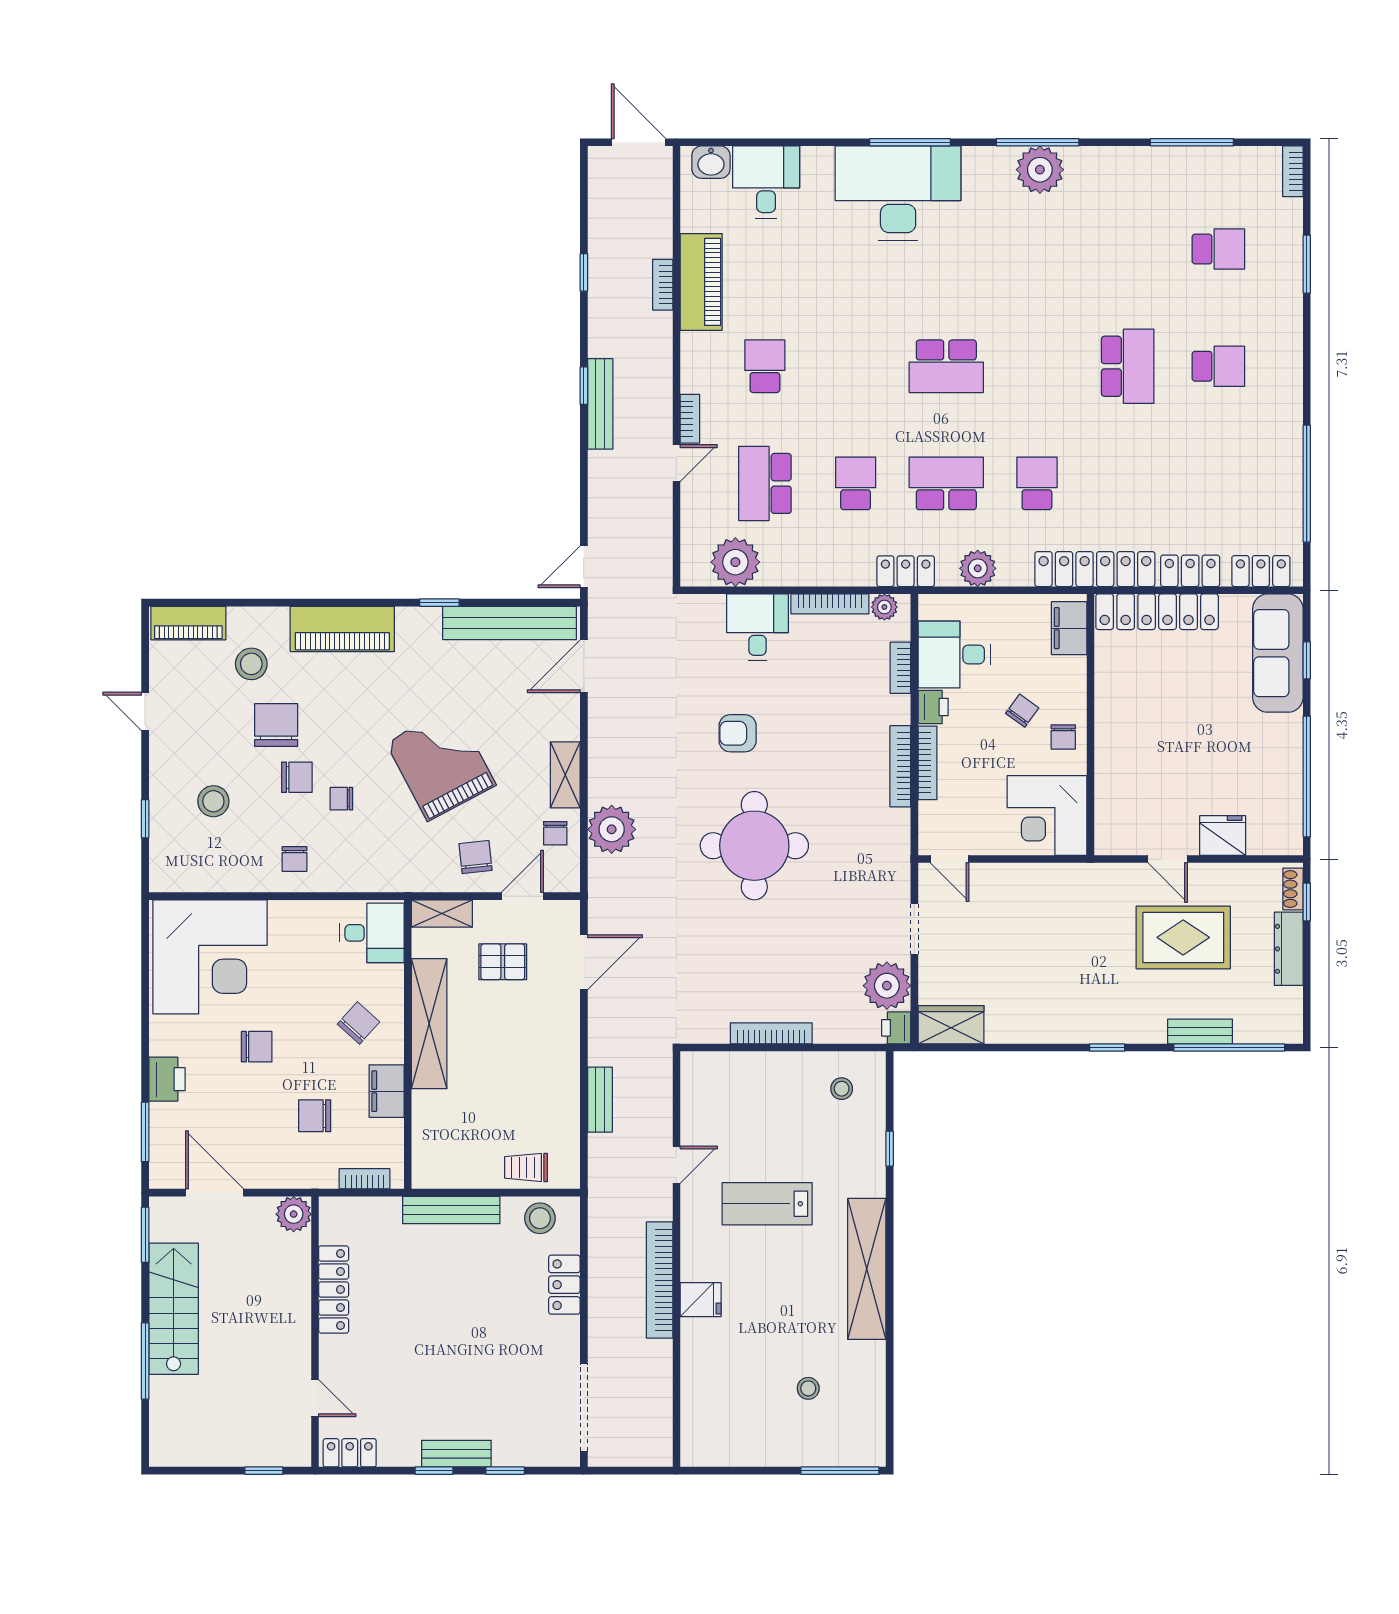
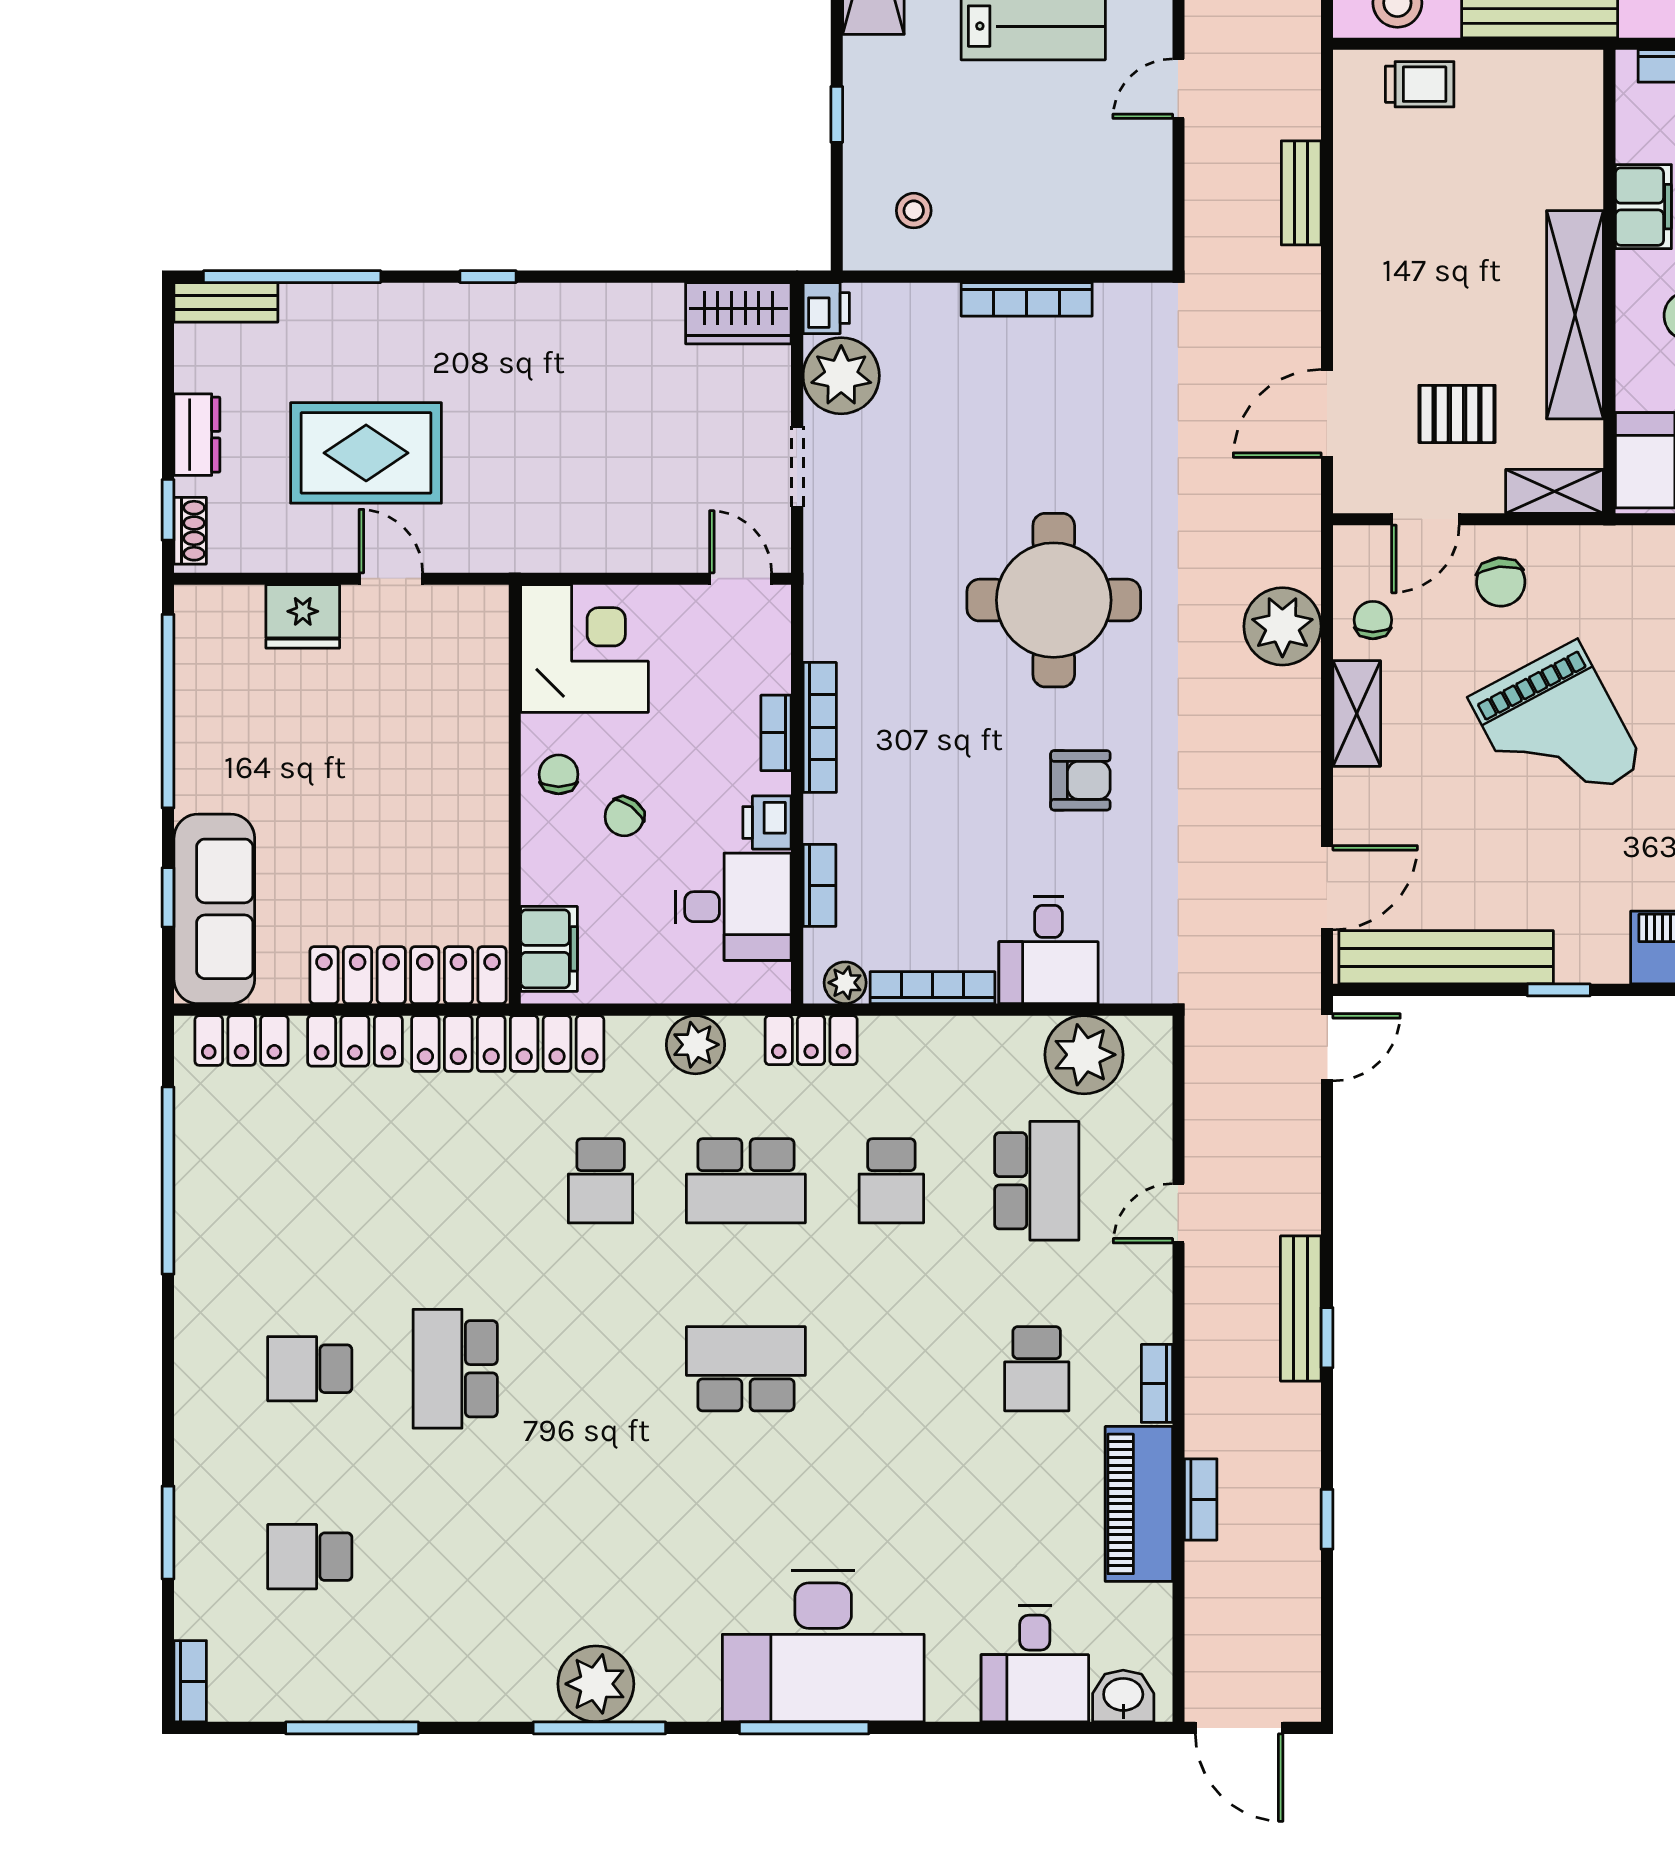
bookcase: (690, 419) -> (1157, 1383), moved
bookcase: (927, 763) -> (776, 733), width x0.64
dresser: (1289, 949) -> (197, 435), width x0.70
bench: (1200, 1031) -> (226, 302), moved

